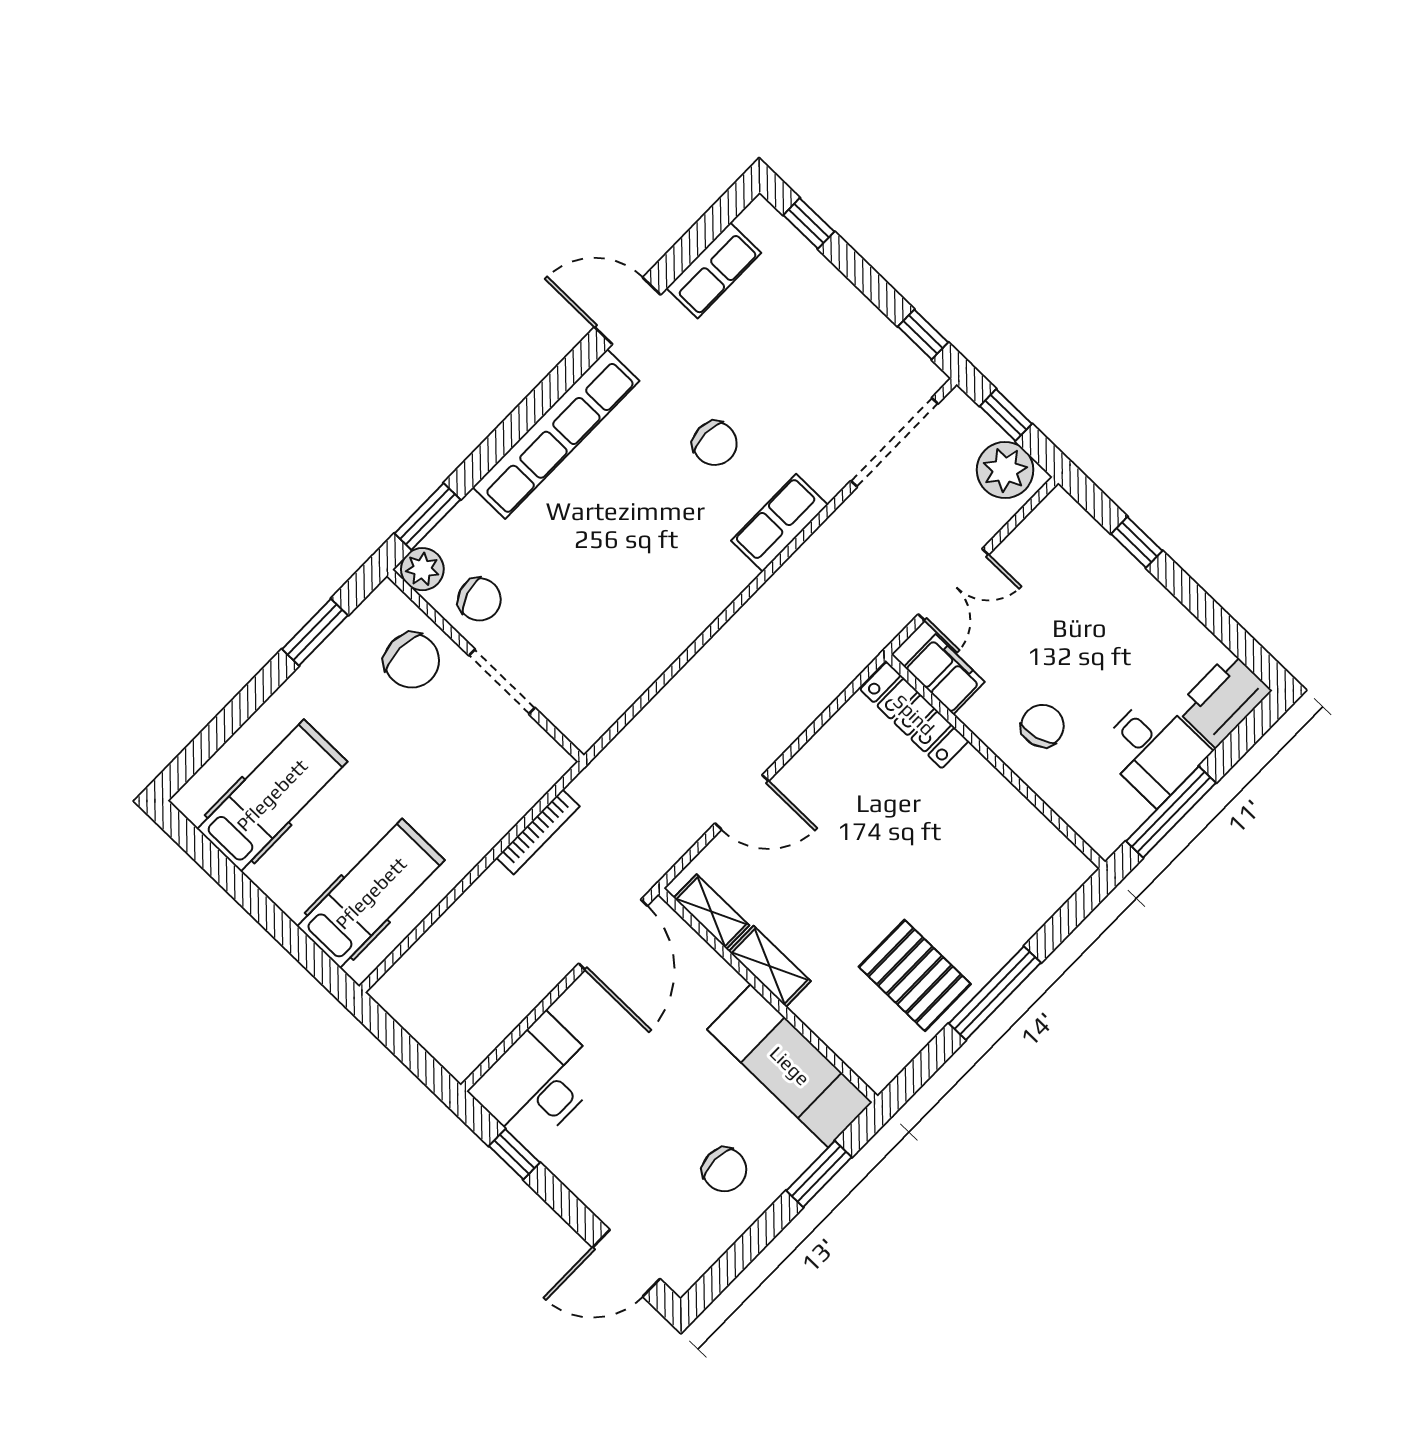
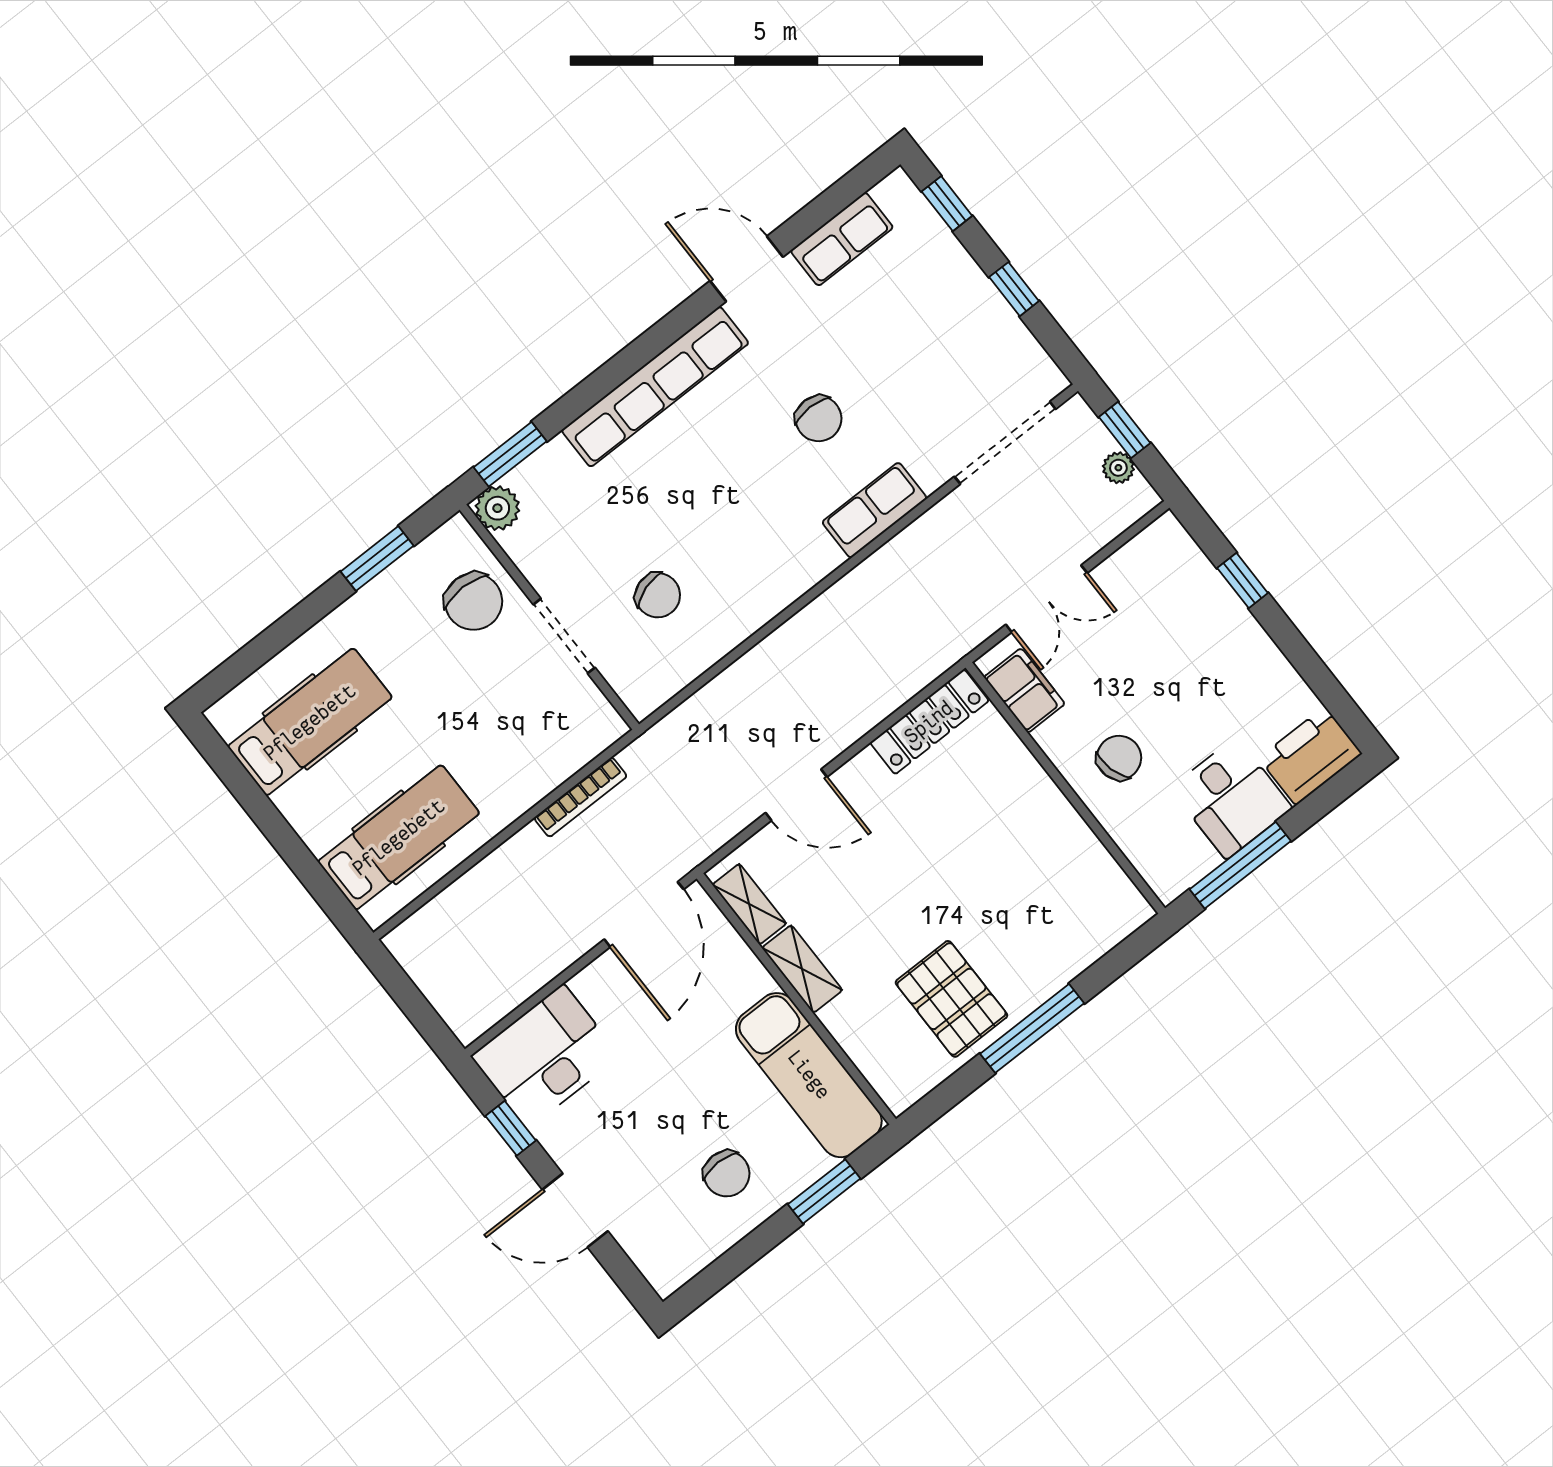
window: (923, 334) -> (1014, 289), moved
plant: (1005, 470) -> (1118, 468), width x0.53, depth x0.53
chair: (479, 599) -> (658, 595), moved
locker: (914, 715) -> (929, 722), moved, turned -90
door: (626, 1263) -> (575, 1210), moved

